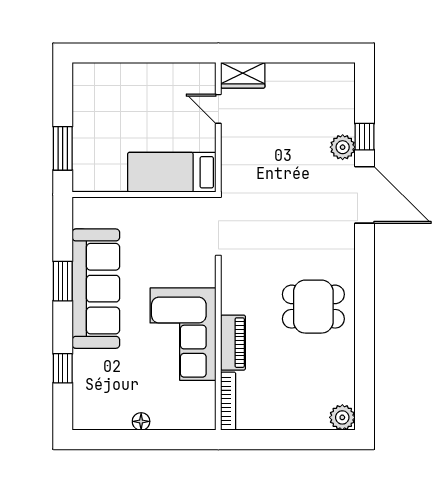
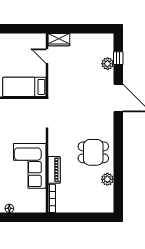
window: (365, 137) -> (118, 58), moved
plant: (343, 147) -> (108, 64), moved
plant: (342, 417) -> (107, 179), moved

